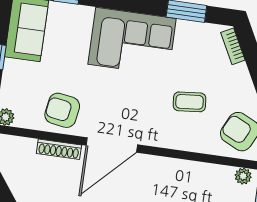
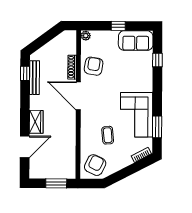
corner sofa: (132, 41) -> (137, 115), moved
plant: (243, 176) -> (71, 170), removed

